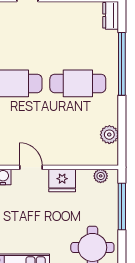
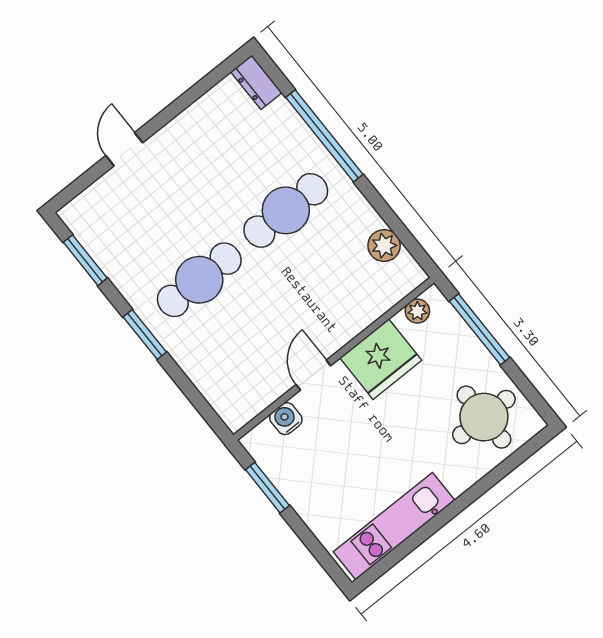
door: (31, 167) -> (313, 375), hinge flipped
fridge: (62, 180) -> (381, 359), width x1.36, depth x1.34

